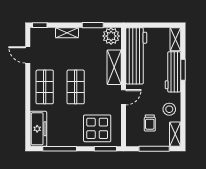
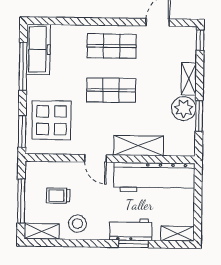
plant: (111, 36) -> (184, 109), moved
workbench: (173, 72) -> (131, 230), width x0.73
freezer: (38, 129) -> (38, 49), moved, turned -90

